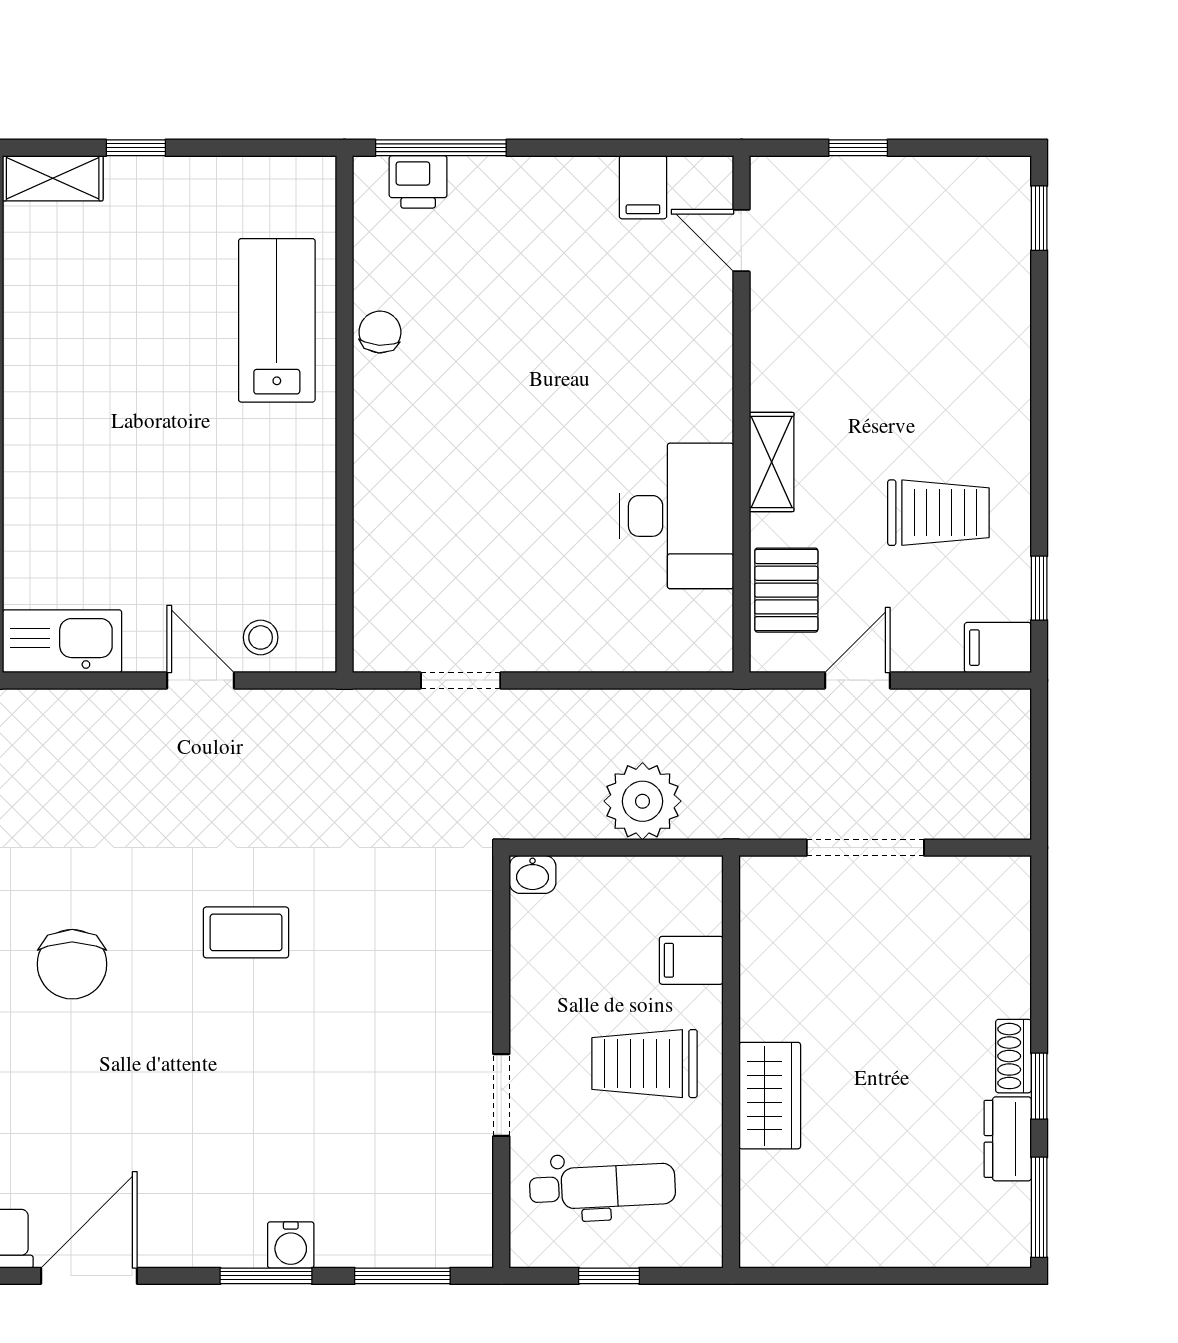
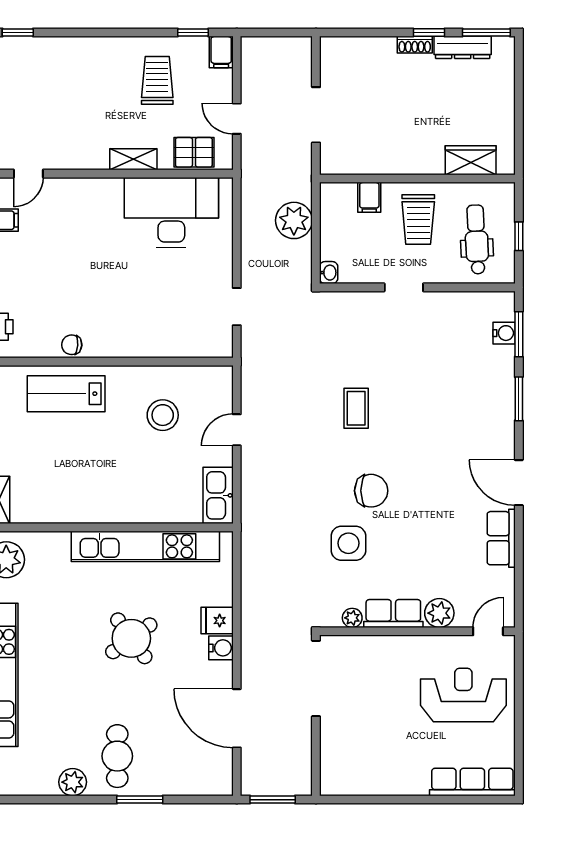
desk: (676, 516) -> (171, 212), width x1.36, depth x1.30
stool: (261, 637) -> (163, 415), moved, width x1.89, depth x1.89
doorway: (501, 1095) -> (404, 287), moved
wardrobe: (770, 1096) -> (471, 160), moved
dresser: (1008, 1139) -> (463, 47), width x1.44
water cooler: (291, 1245) -> (504, 333), moved

